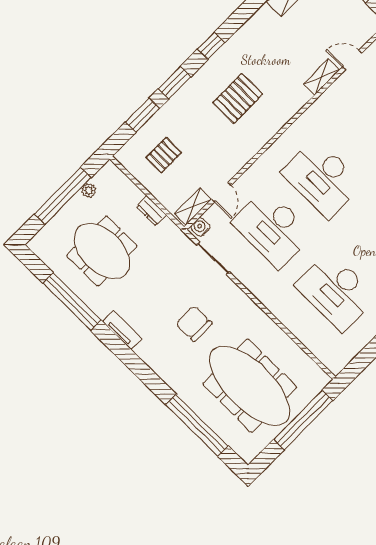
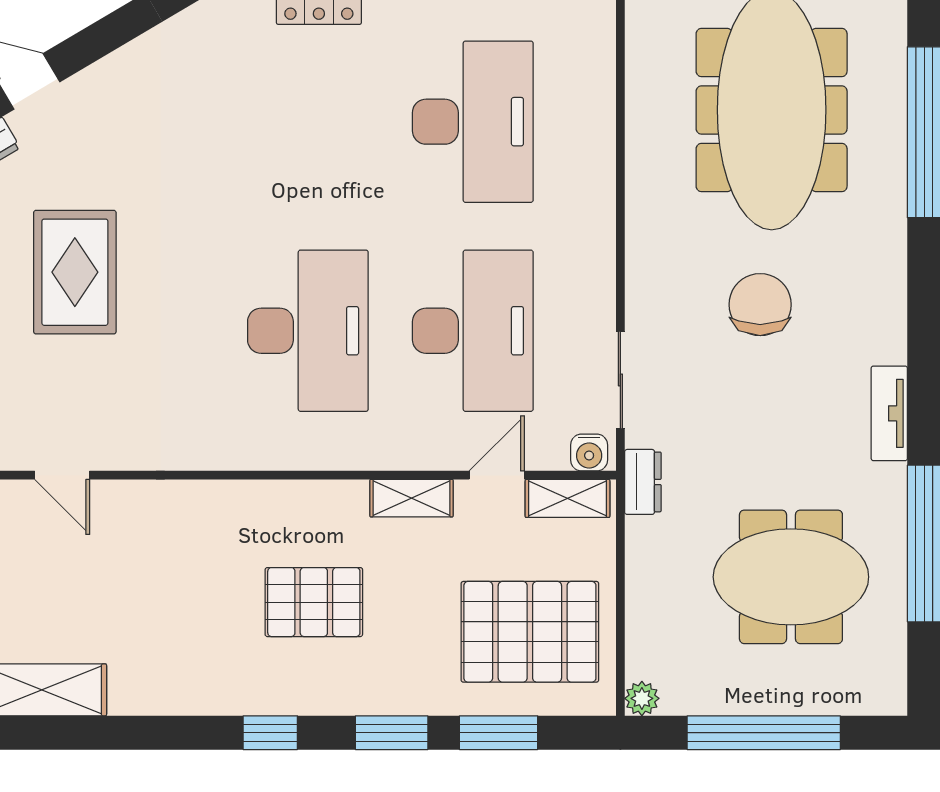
shelving: (321, 77) -> (412, 498), moved
pallet: (164, 155) -> (530, 632), width x2.05, depth x2.00
plant: (89, 190) -> (642, 698), moved
dresser: (151, 211) -> (643, 482), moved
meeting table: (102, 251) -> (791, 577), turned 90
chair: (194, 324) -> (760, 305), turned 180

